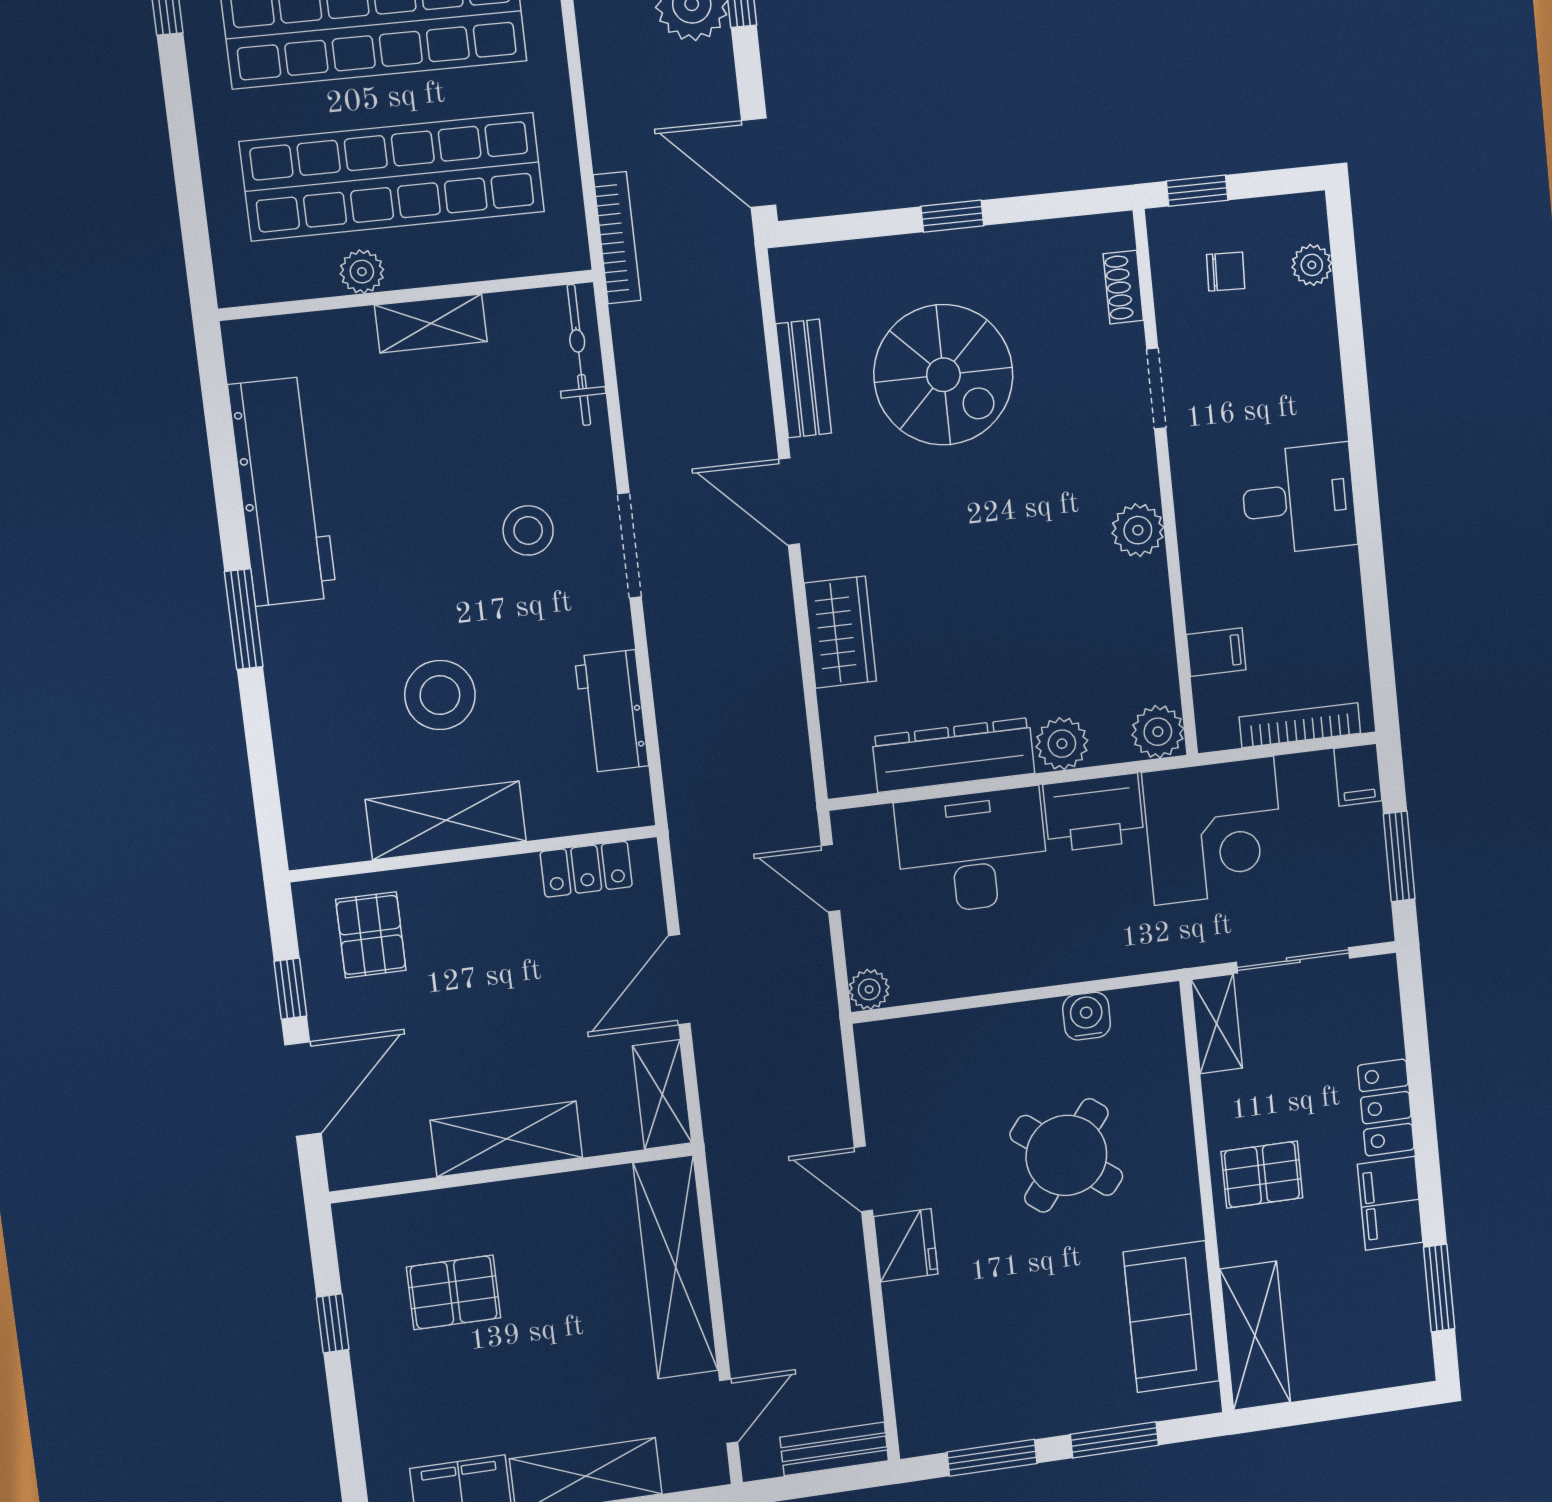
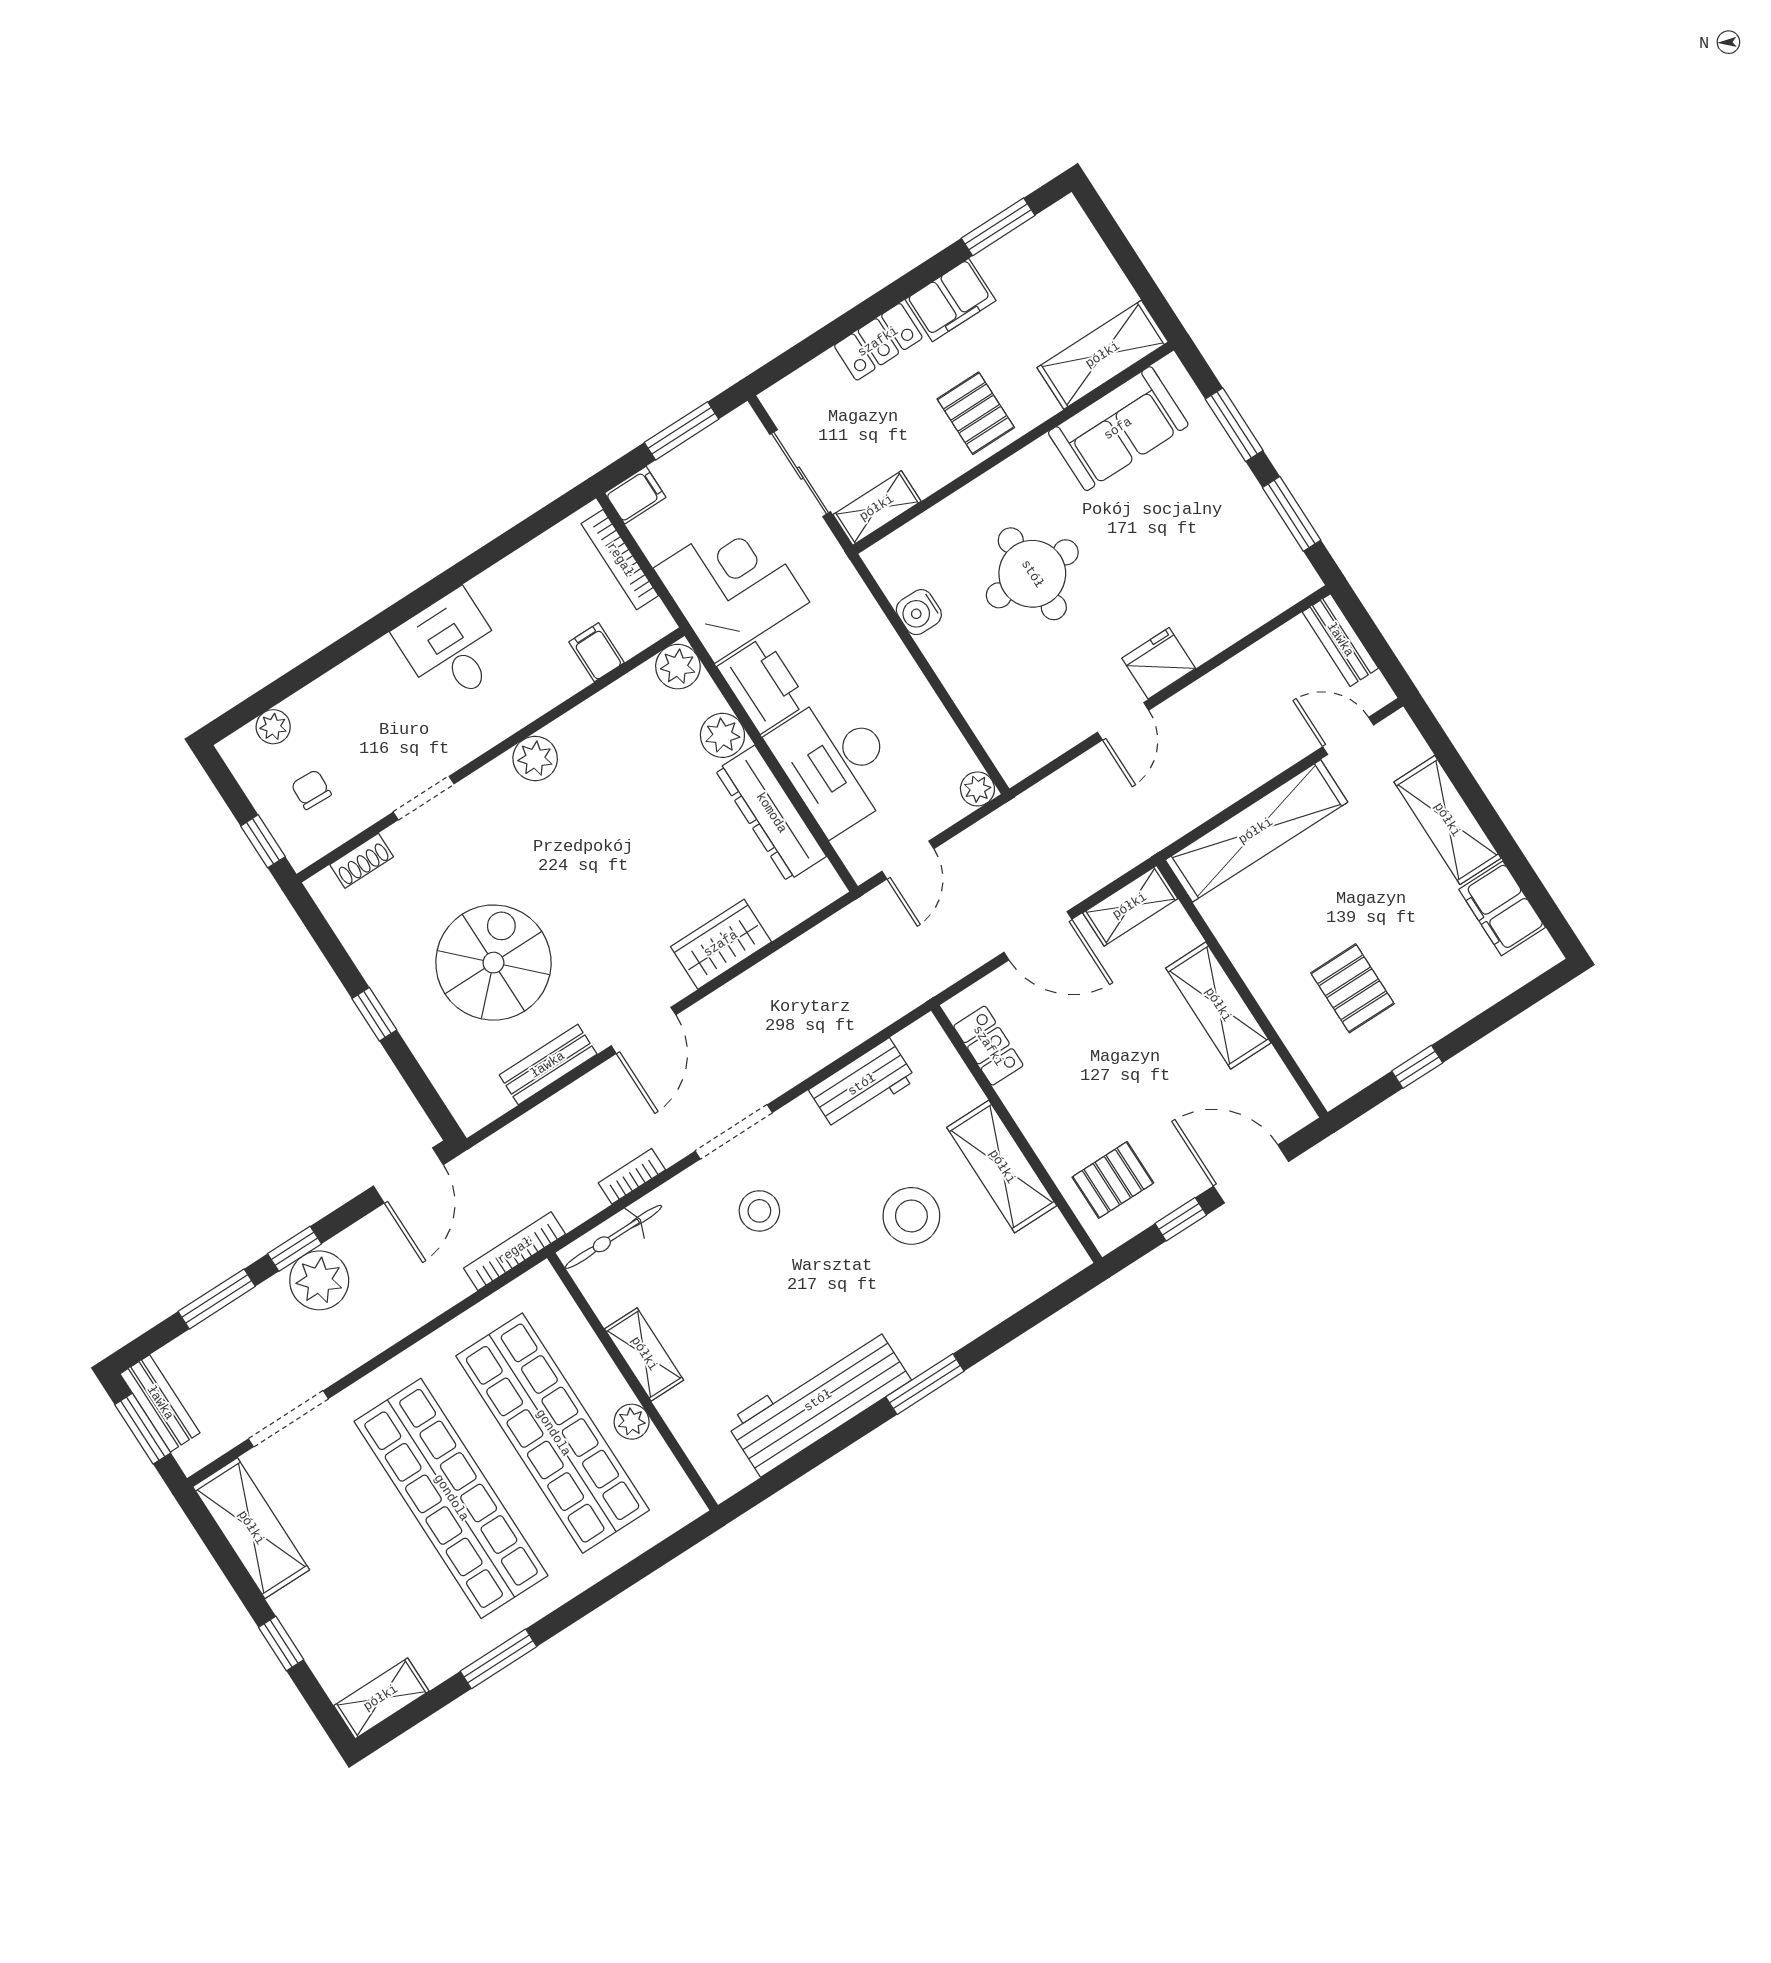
bookcase: (636, 409) -> (632, 1176), added
round table: (1066, 1155) -> (1032, 574), turned -38

